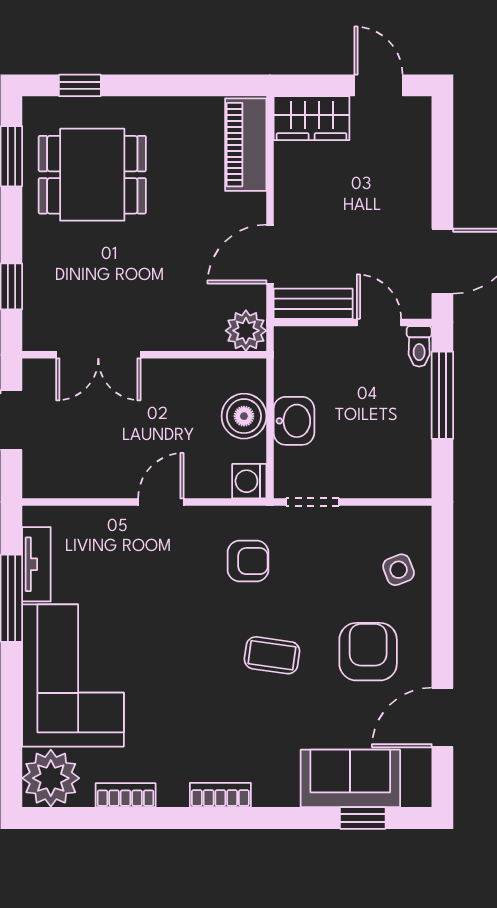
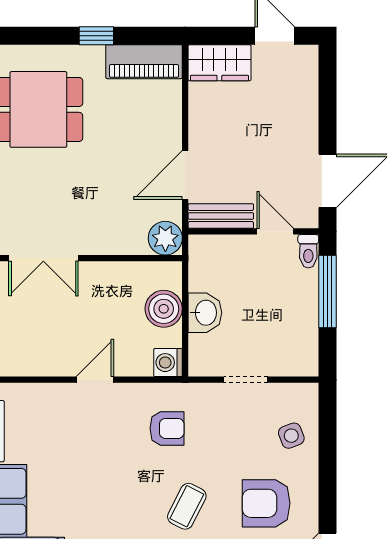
window: (80, 85) -> (96, 36), moved
piano: (246, 145) -> (144, 62), moved, turned -90
doorway: (312, 502) -> (246, 380), moved
armchair: (368, 652) -> (266, 503), turned -90
coffee table: (272, 655) -> (187, 506), turned -71

